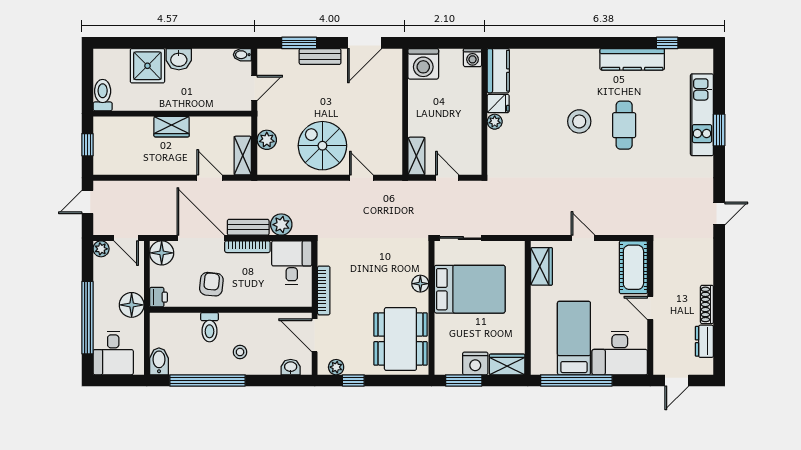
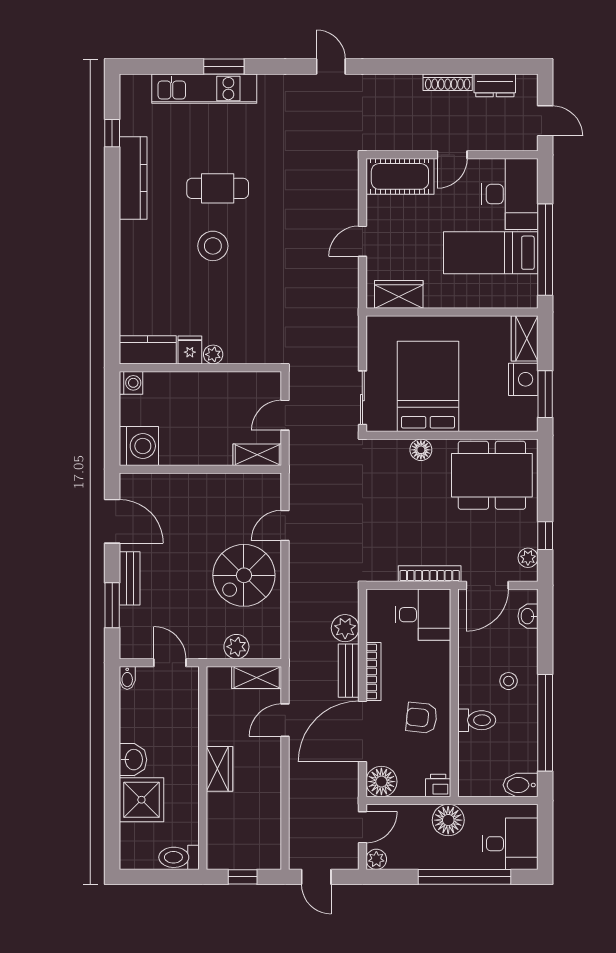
desk: (292, 263) -> (423, 615), moved, turned 180

